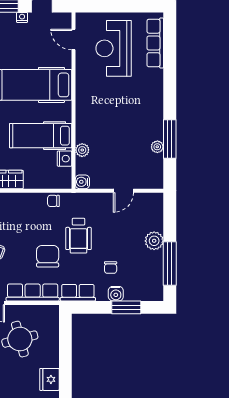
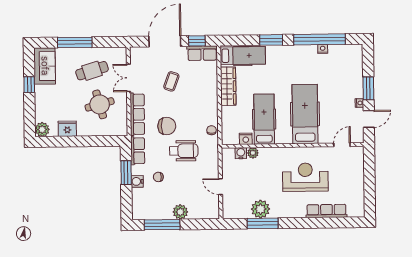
row of seats: (155, 43) -> (326, 211), moved
reception desk: (114, 48) -> (305, 177), moved
plant: (157, 147) -> (260, 209), width x1.88, depth x1.88
water cooler: (82, 182) -> (241, 153), moved
wheelchair: (79, 236) -> (184, 151), turned 180
window: (126, 307) -> (126, 173), moved

